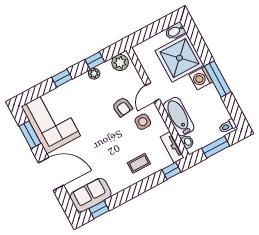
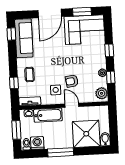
washing machine: (201, 78) -> (37, 143), moved
window: (171, 171) -> (14, 83), moved
sofa: (91, 195) -> (24, 38), width x1.36

